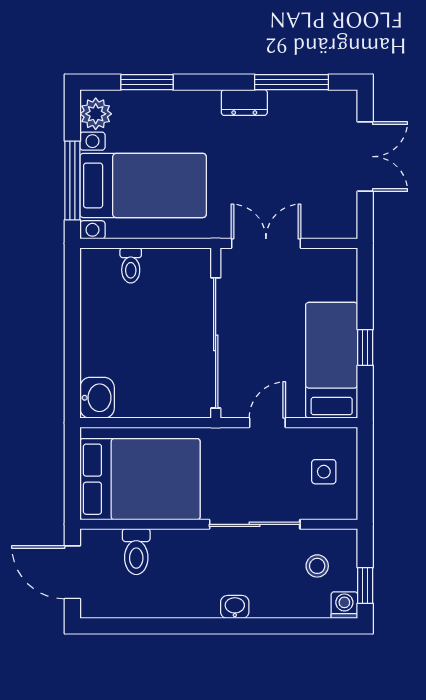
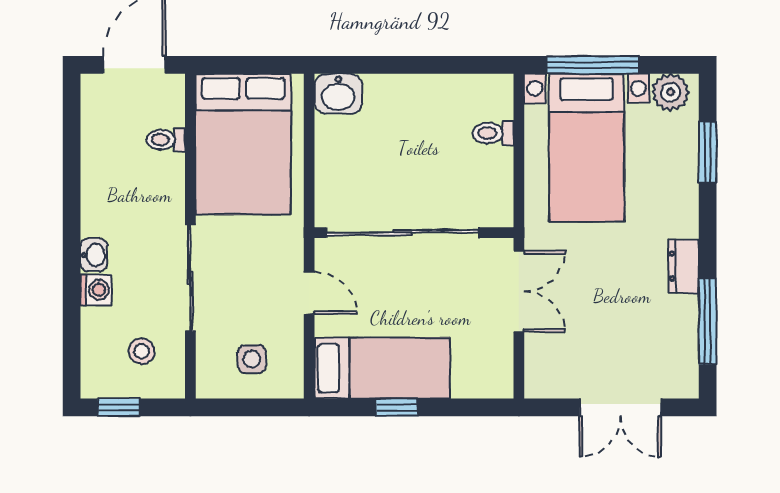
toilet: (136, 552) -> (166, 140), width x0.73, depth x0.72
washing machine: (344, 605) -> (96, 290), moved

